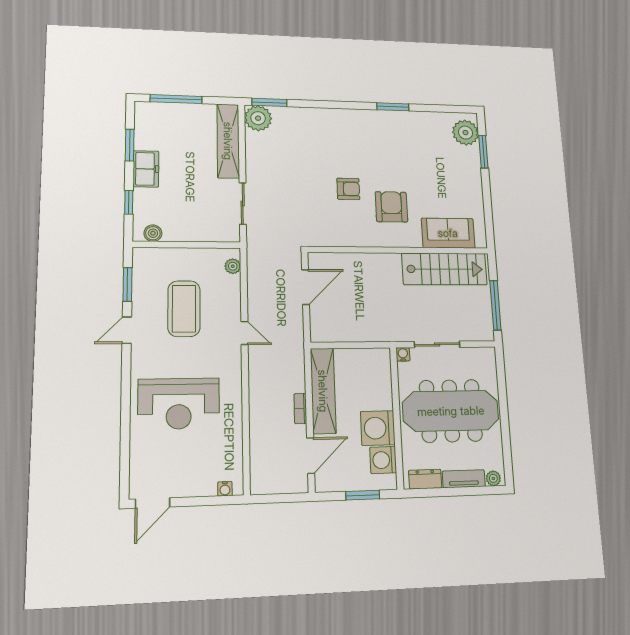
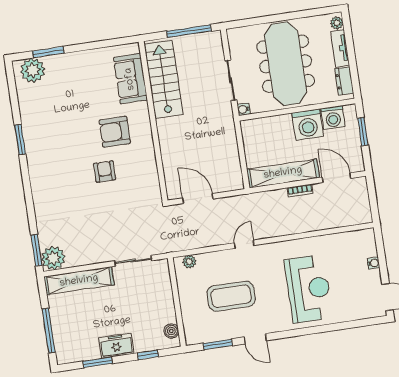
water cooler: (225, 489) -> (373, 263), moved

